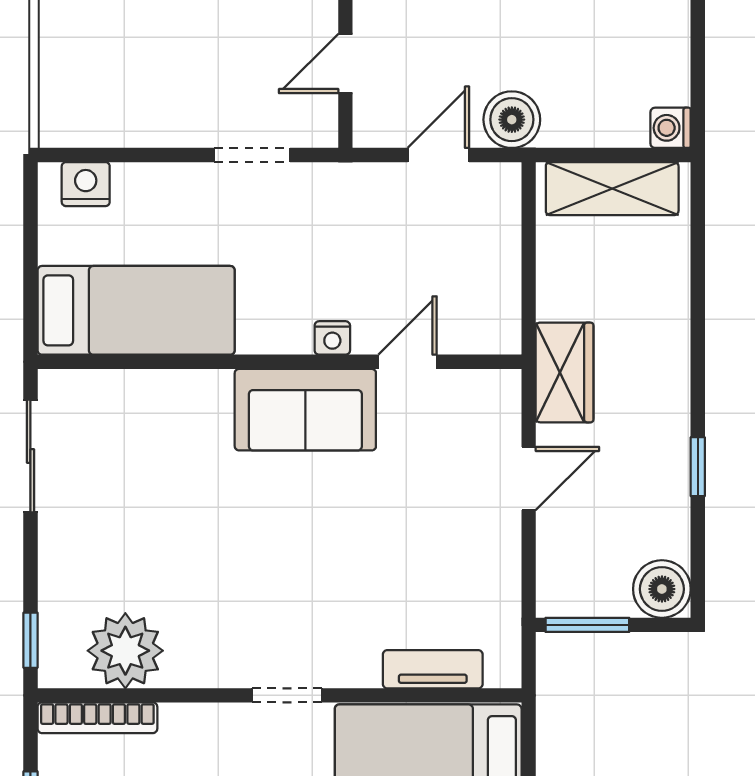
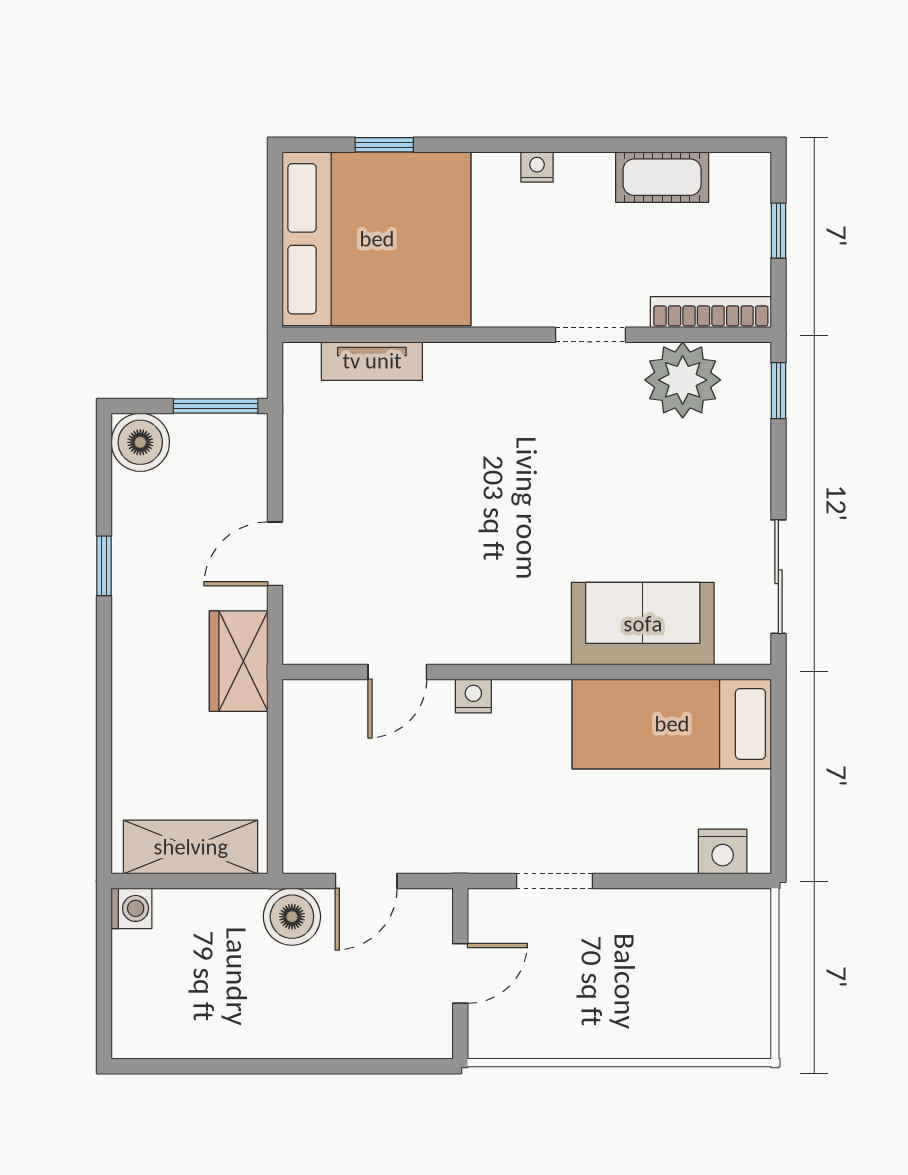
sofa: (305, 410) -> (643, 624), moved
doorway: (287, 695) -> (591, 335), moved

